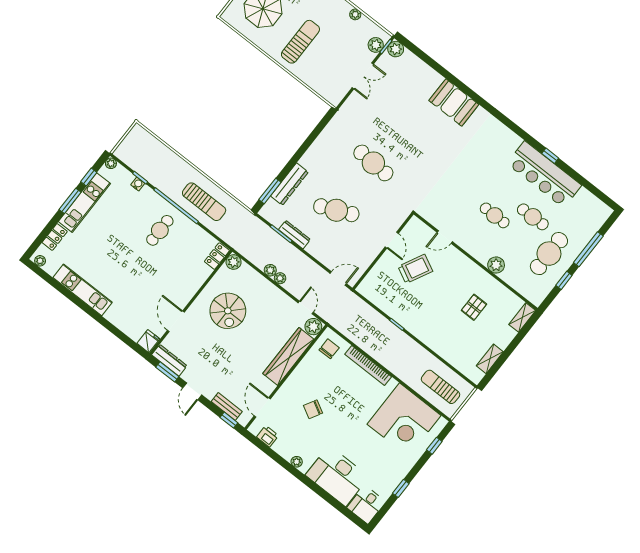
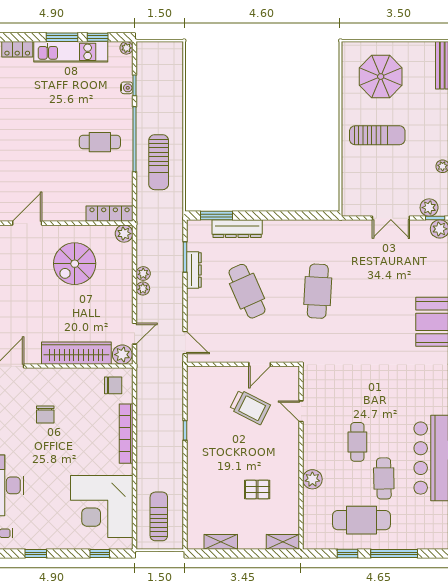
locker: (217, 256) -> (110, 214), width x1.53
chair: (313, 409) -> (45, 414), turned -119

